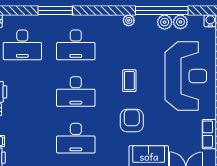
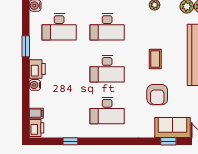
armchair: (132, 120) -> (157, 95), turned 180

